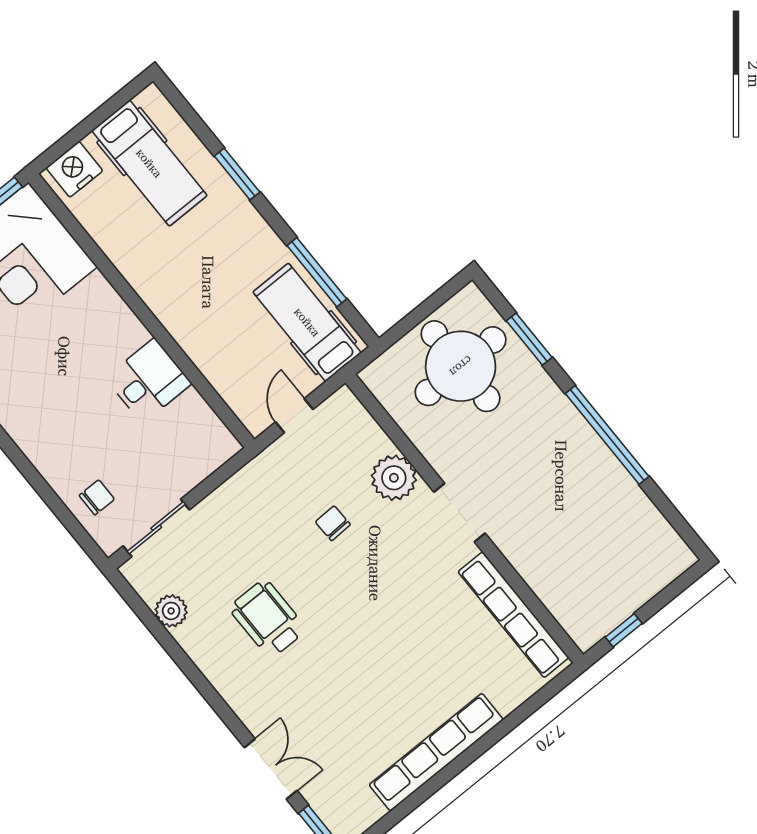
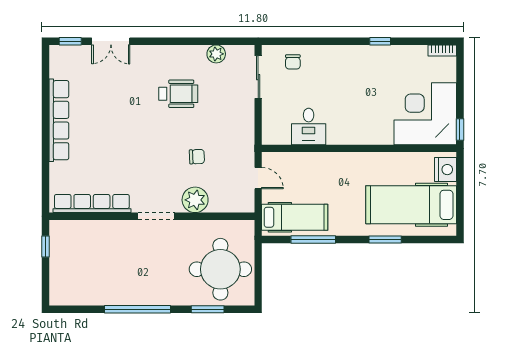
hospital bed: (149, 163) -> (411, 205), width x1.37, depth x1.29
desk: (148, 381) -> (309, 126), moved

